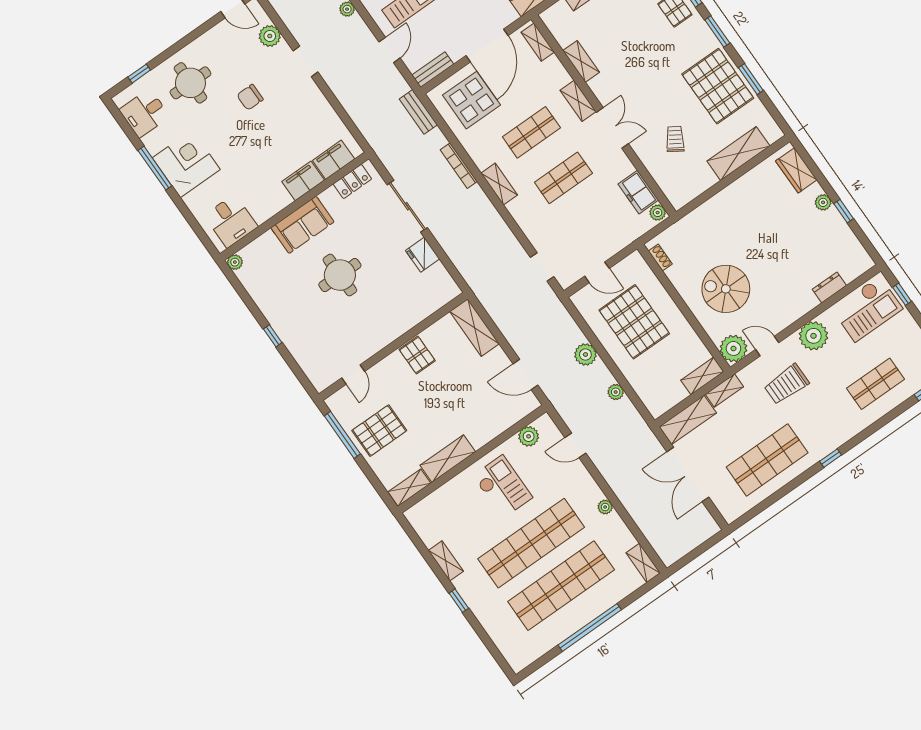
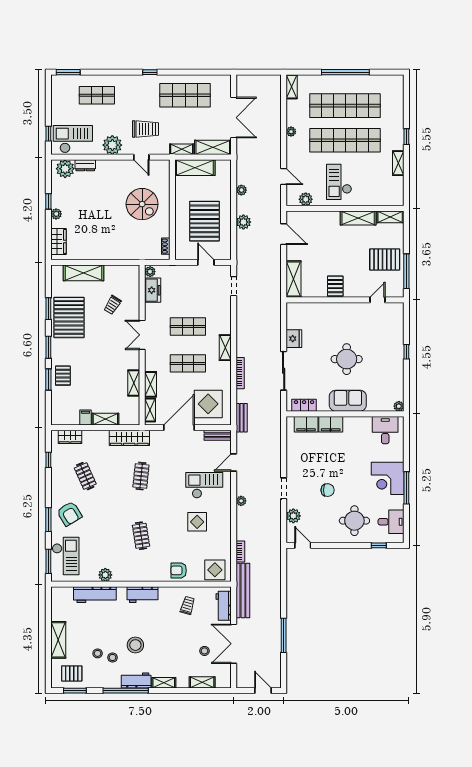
shelving: (578, 101) -> (151, 384), moved
plant: (733, 348) -> (65, 169), moved
shelving: (702, 376) -> (195, 168), width x1.50, depth x1.33

